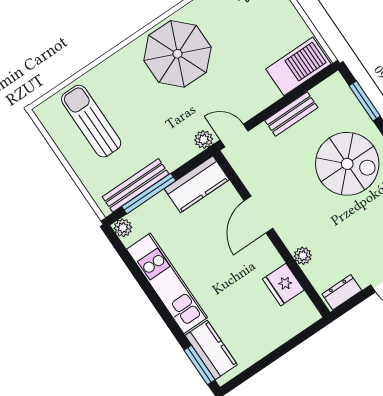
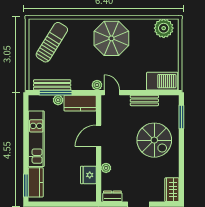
sun lounger: (91, 121) -> (52, 42), turned 32
plant: (123, 228) -> (58, 100), moved

